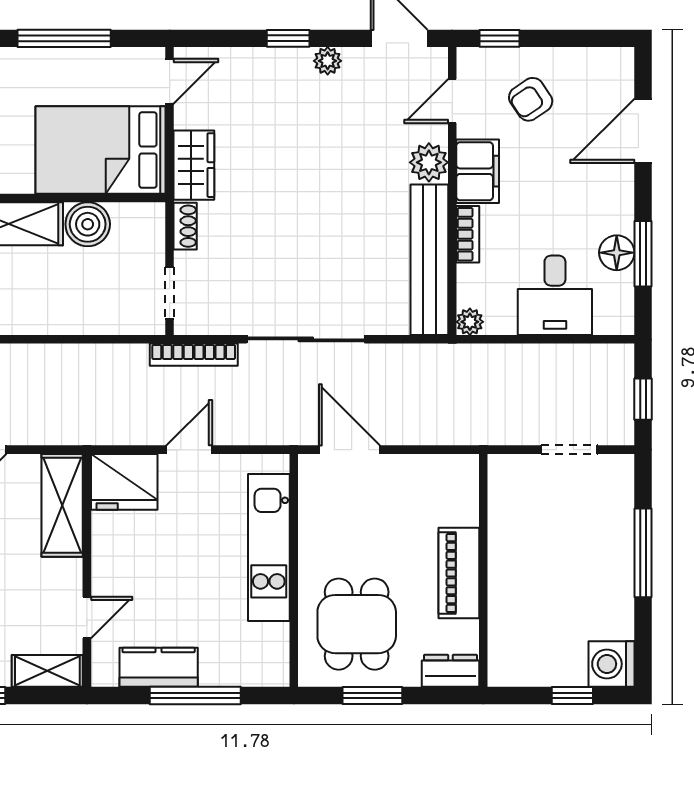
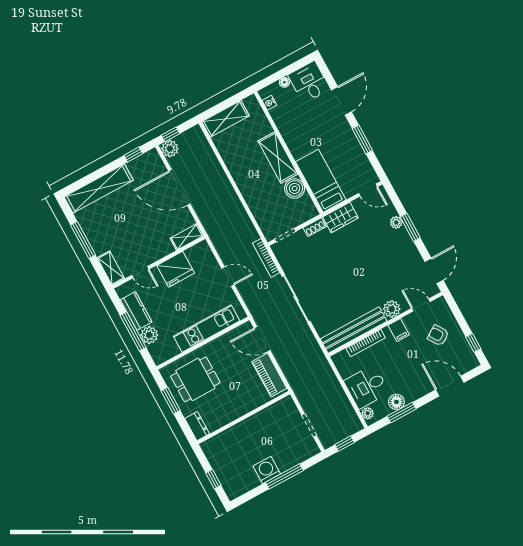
window: (64, 38) -> (362, 140), width x0.69
window: (288, 38) -> (410, 227), width x1.50
window: (500, 38) -> (473, 343), moved
plant: (328, 61) -> (396, 222), moved
bed: (101, 150) -> (321, 181), width x0.67
filing cabinet: (478, 171) -> (399, 330), width x0.50
bookcase: (468, 234) -> (366, 343), width x1.56
plant: (470, 322) -> (368, 413), moved
door: (349, 450) -> (262, 339), swing flipped
fridge: (124, 482) -> (176, 269), moved, turned -90
shelving: (62, 505) -> (187, 237), width x0.67, depth x0.75
piano: (459, 573) -> (269, 375), moved, turned -90
washing machine: (611, 664) -> (267, 470), moved
plant: (220, 667) -> (149, 335), added

